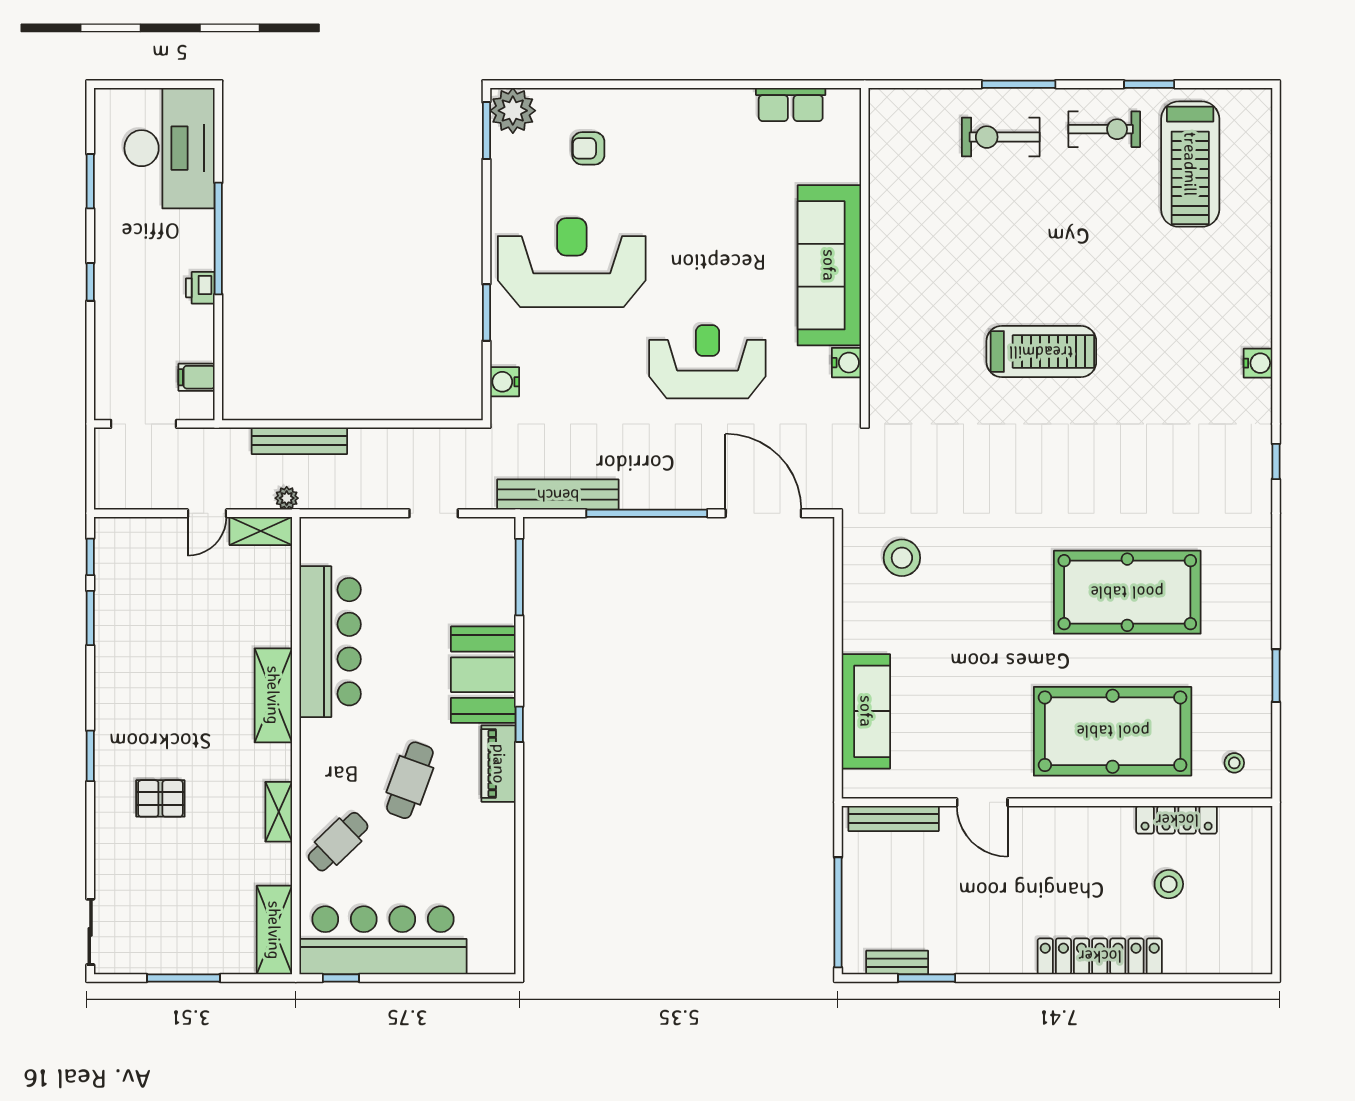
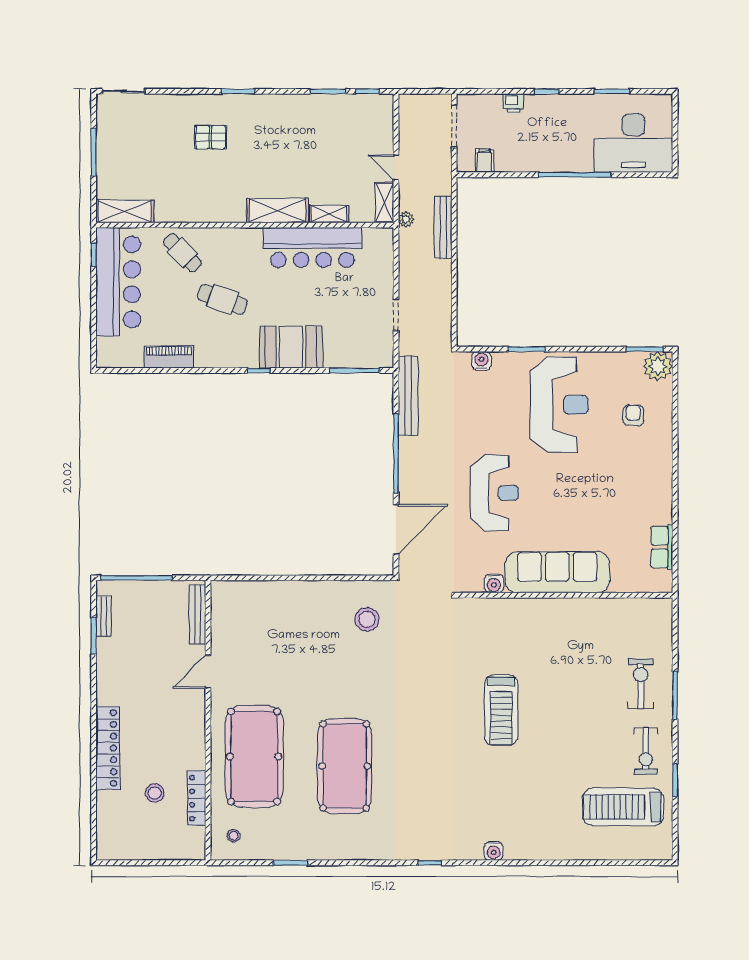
printer: (200, 288) -> (513, 103), moved, turned 180
sofa: (866, 711) -> (267, 596), removed
piano: (499, 764) -> (169, 357), moved
pallet: (160, 798) -> (210, 137), turned 90
shelving: (279, 812) -> (329, 214), moved

